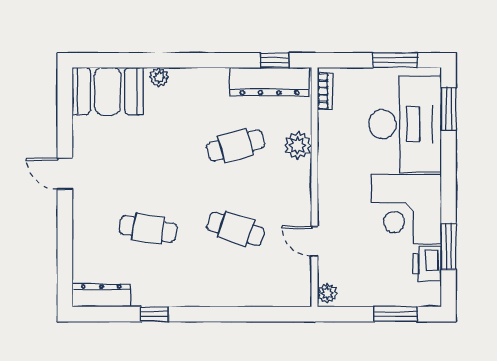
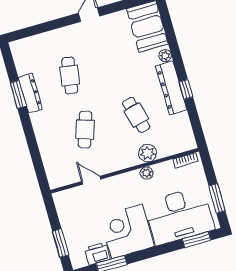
window: (274, 60) -> (186, 89), moved
dresser: (270, 82) -> (171, 88), moved
door: (314, 241) -> (91, 180), hinge flipped
plant: (327, 293) -> (147, 173), moved
dresser: (101, 295) -> (30, 93), moved
window: (154, 314) -> (18, 94), width x1.50

